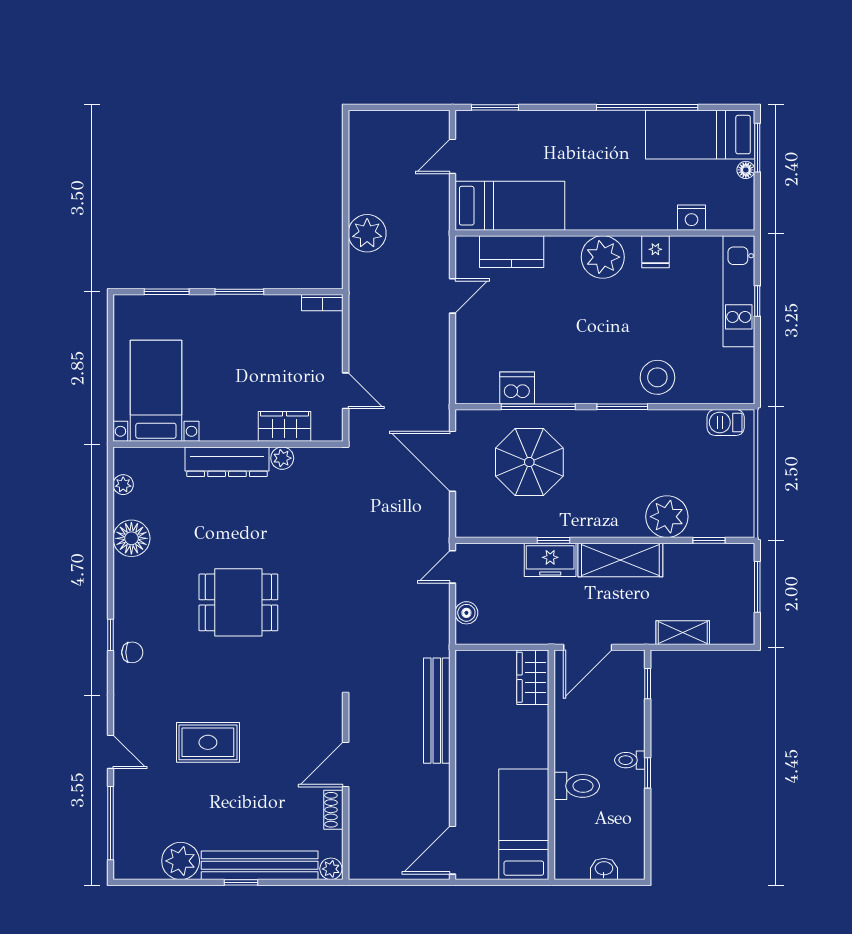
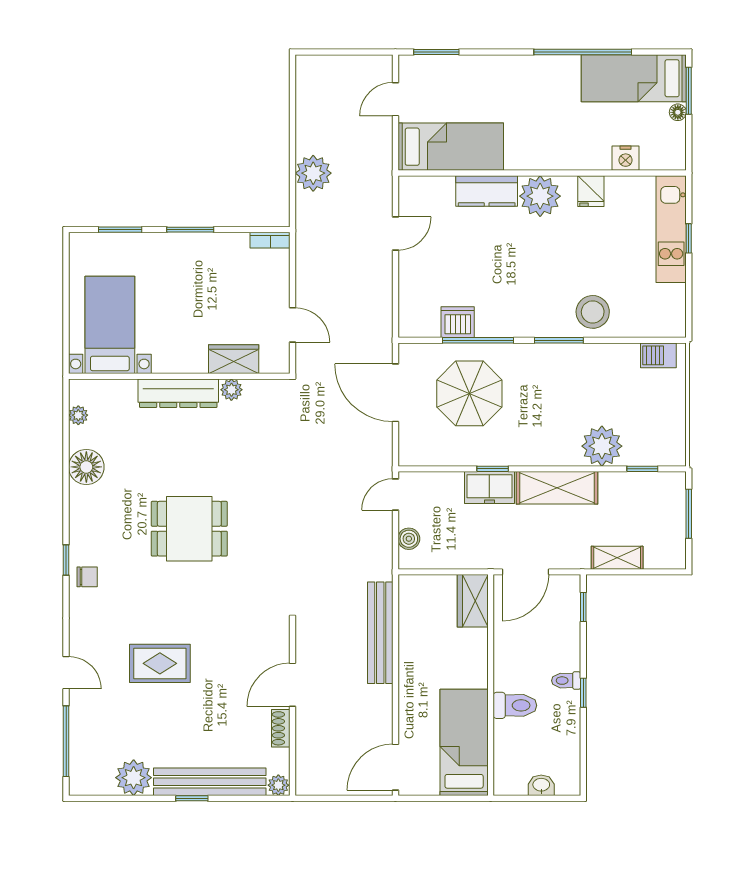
kitchen counter: (512, 252) -> (487, 191), moved

